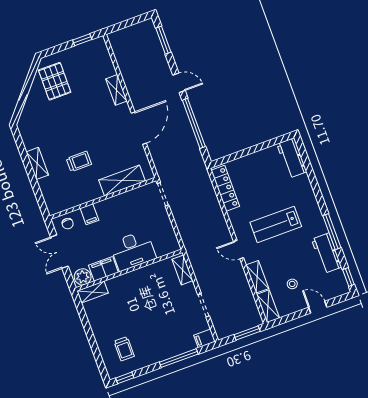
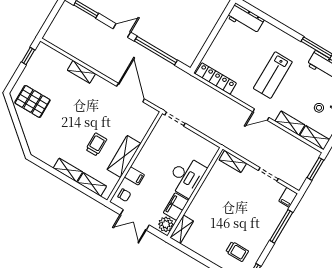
door: (139, 128) -> (131, 93), moved
shelving: (122, 180) -> (124, 156), moved
shelving: (48, 192) -> (92, 184), added

